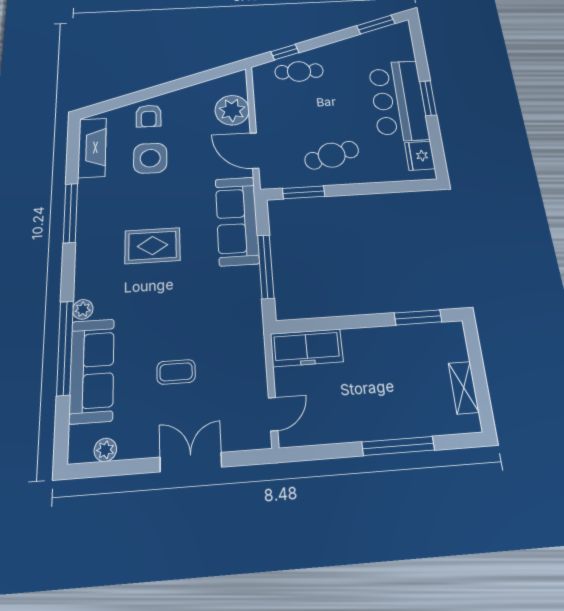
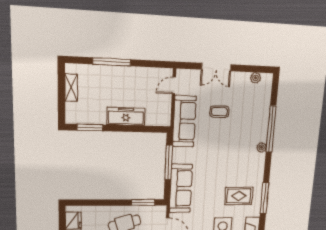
rug: (152, 246) -> (239, 196), moved
freezer: (307, 348) -> (126, 116), moved
sofa: (92, 370) -> (184, 121), moved, turned 180

